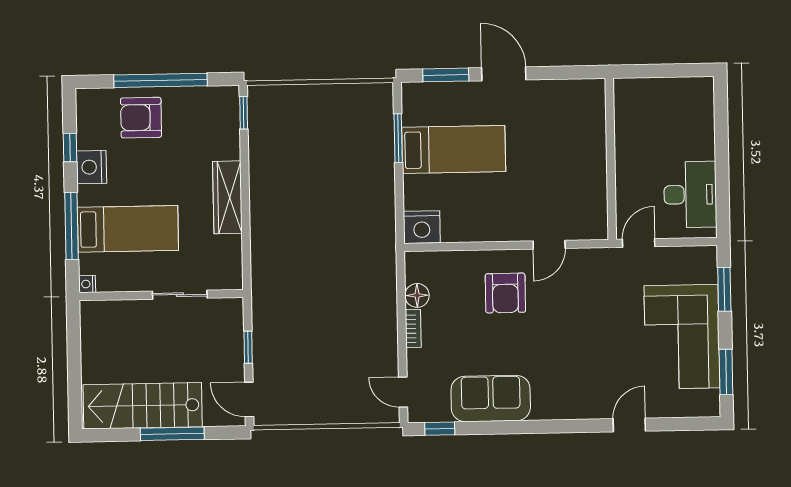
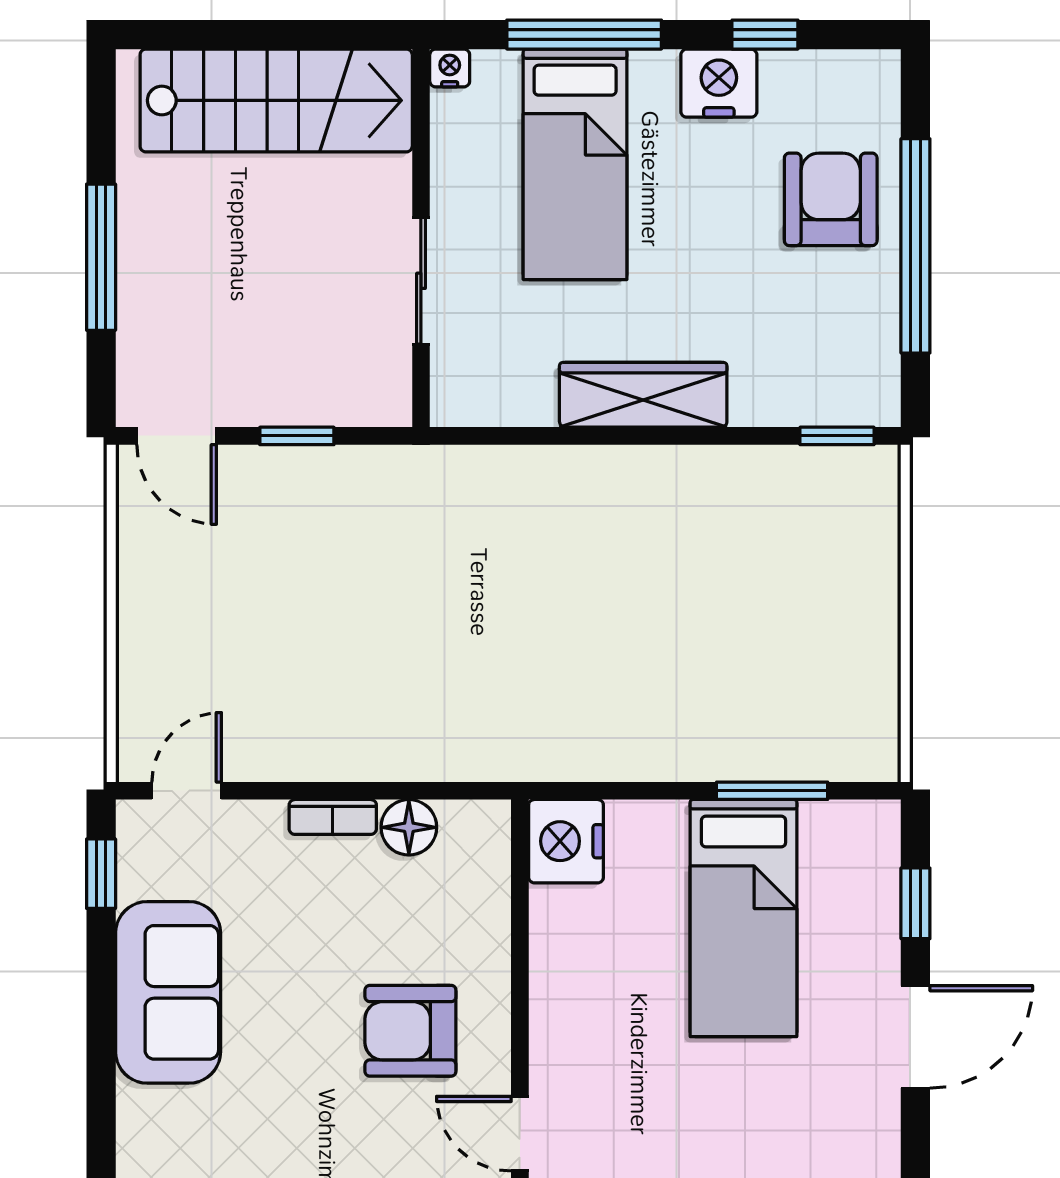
window: (446, 75) -> (915, 903), width x0.67
door: (249, 399) -> (177, 436), swing flipped
stairs: (143, 406) -> (276, 100), moved, turned 90

